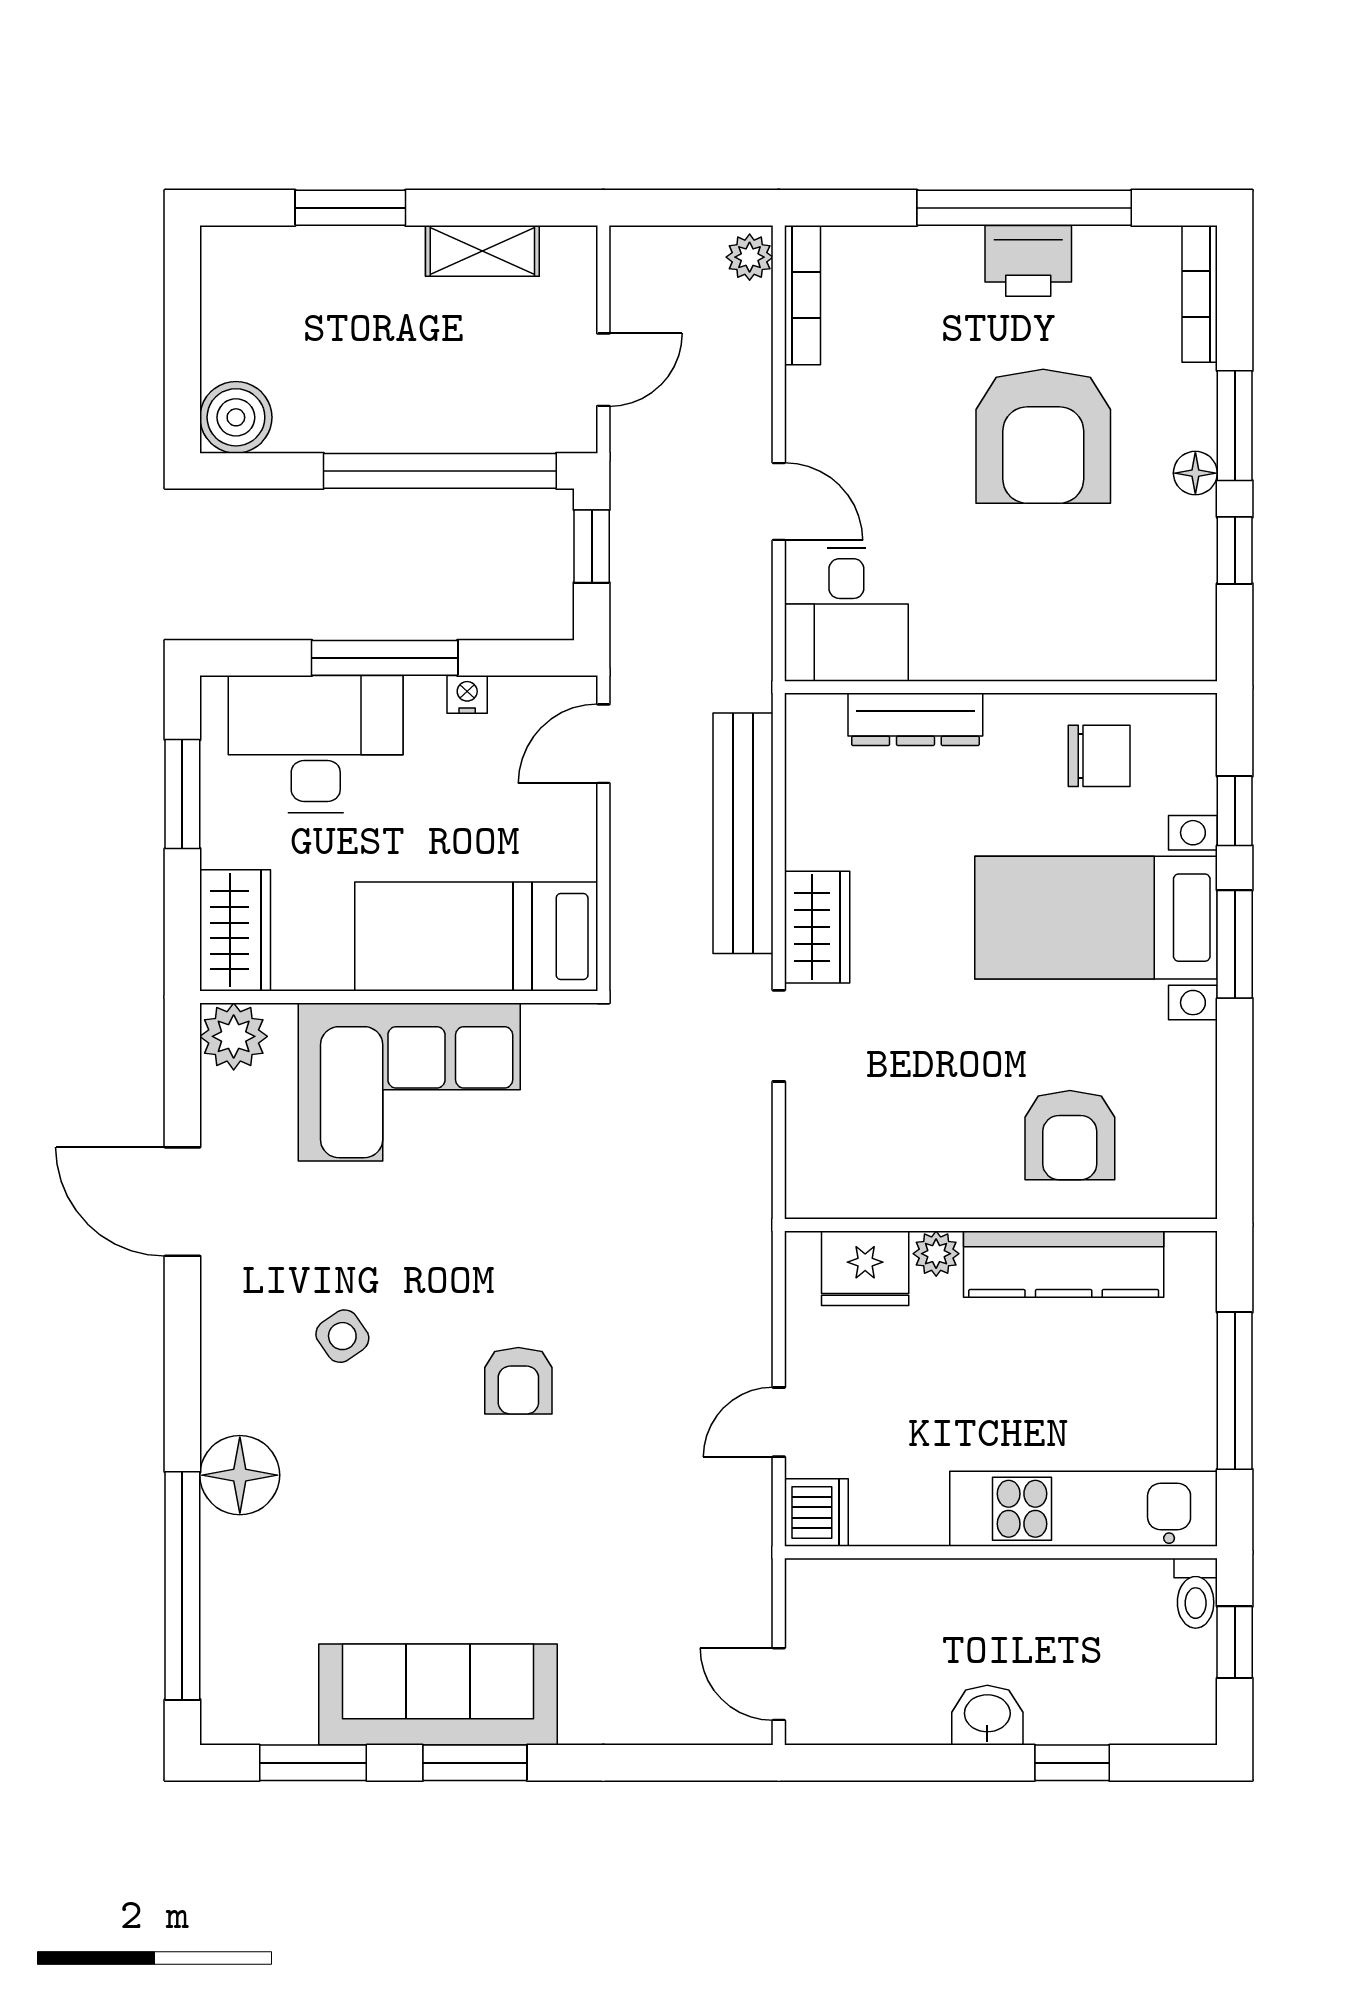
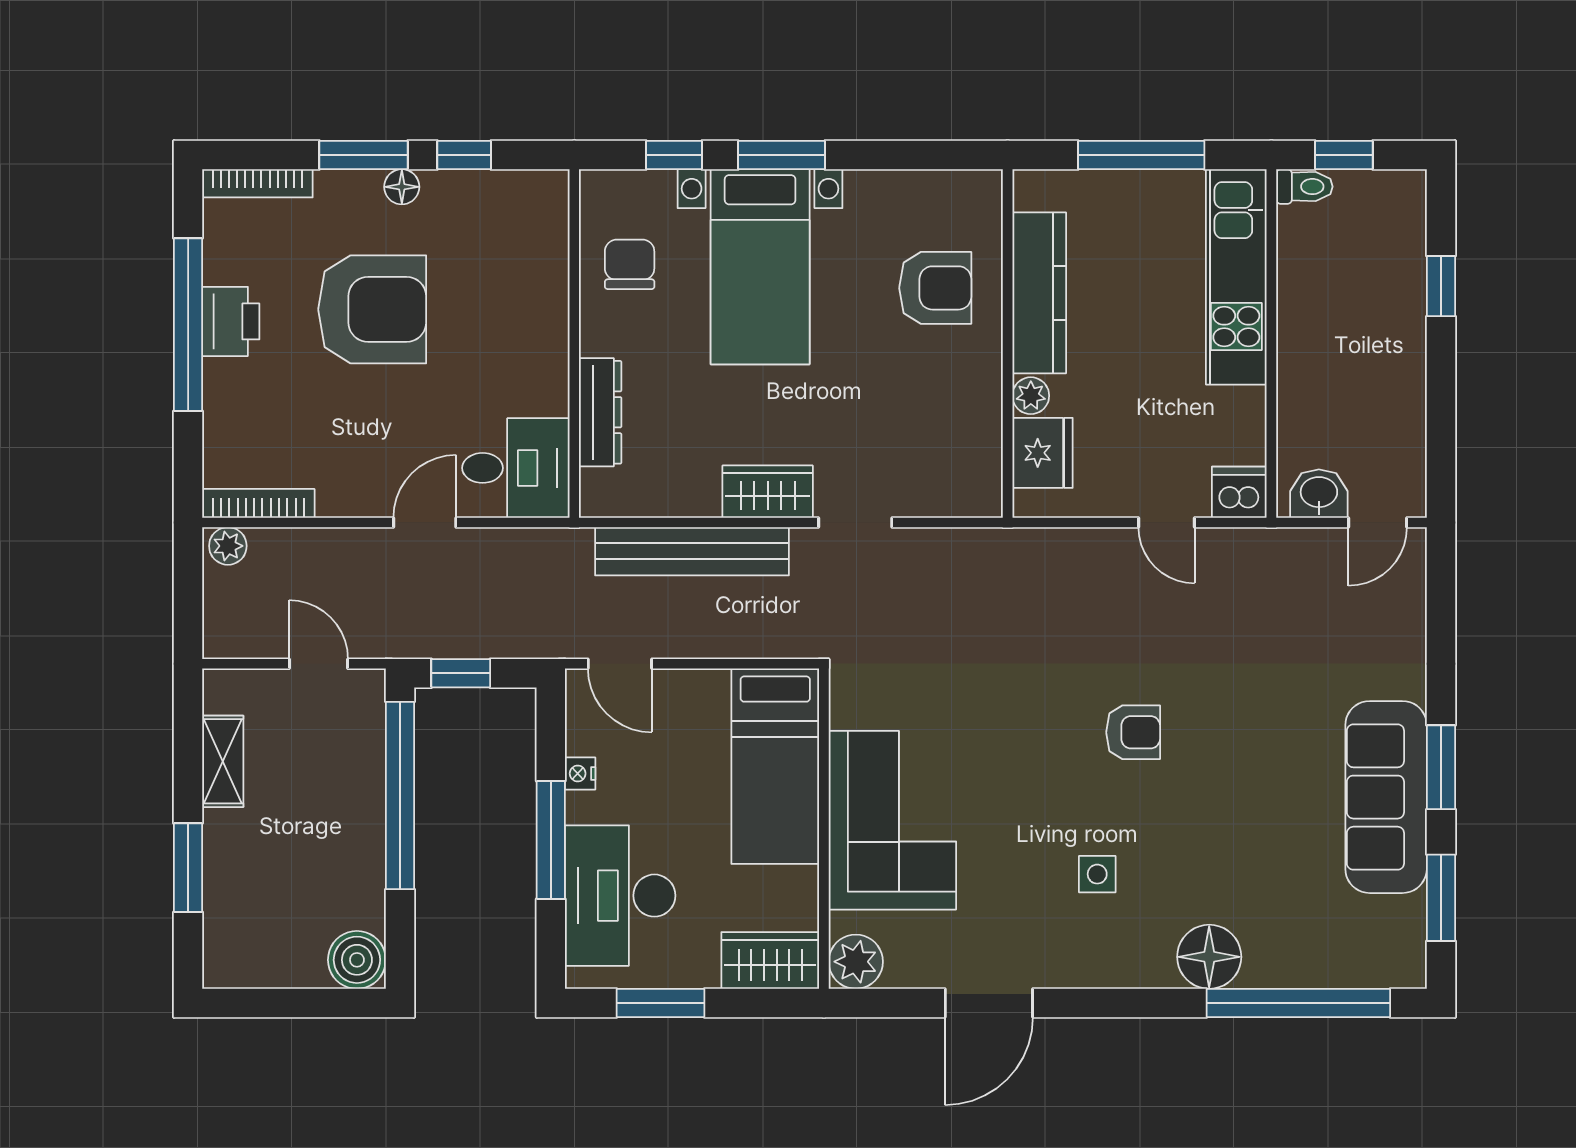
side table: (342, 1336) -> (1097, 874), turned 35
washbasin: (987, 1715) -> (1319, 494), moved, turned 90

